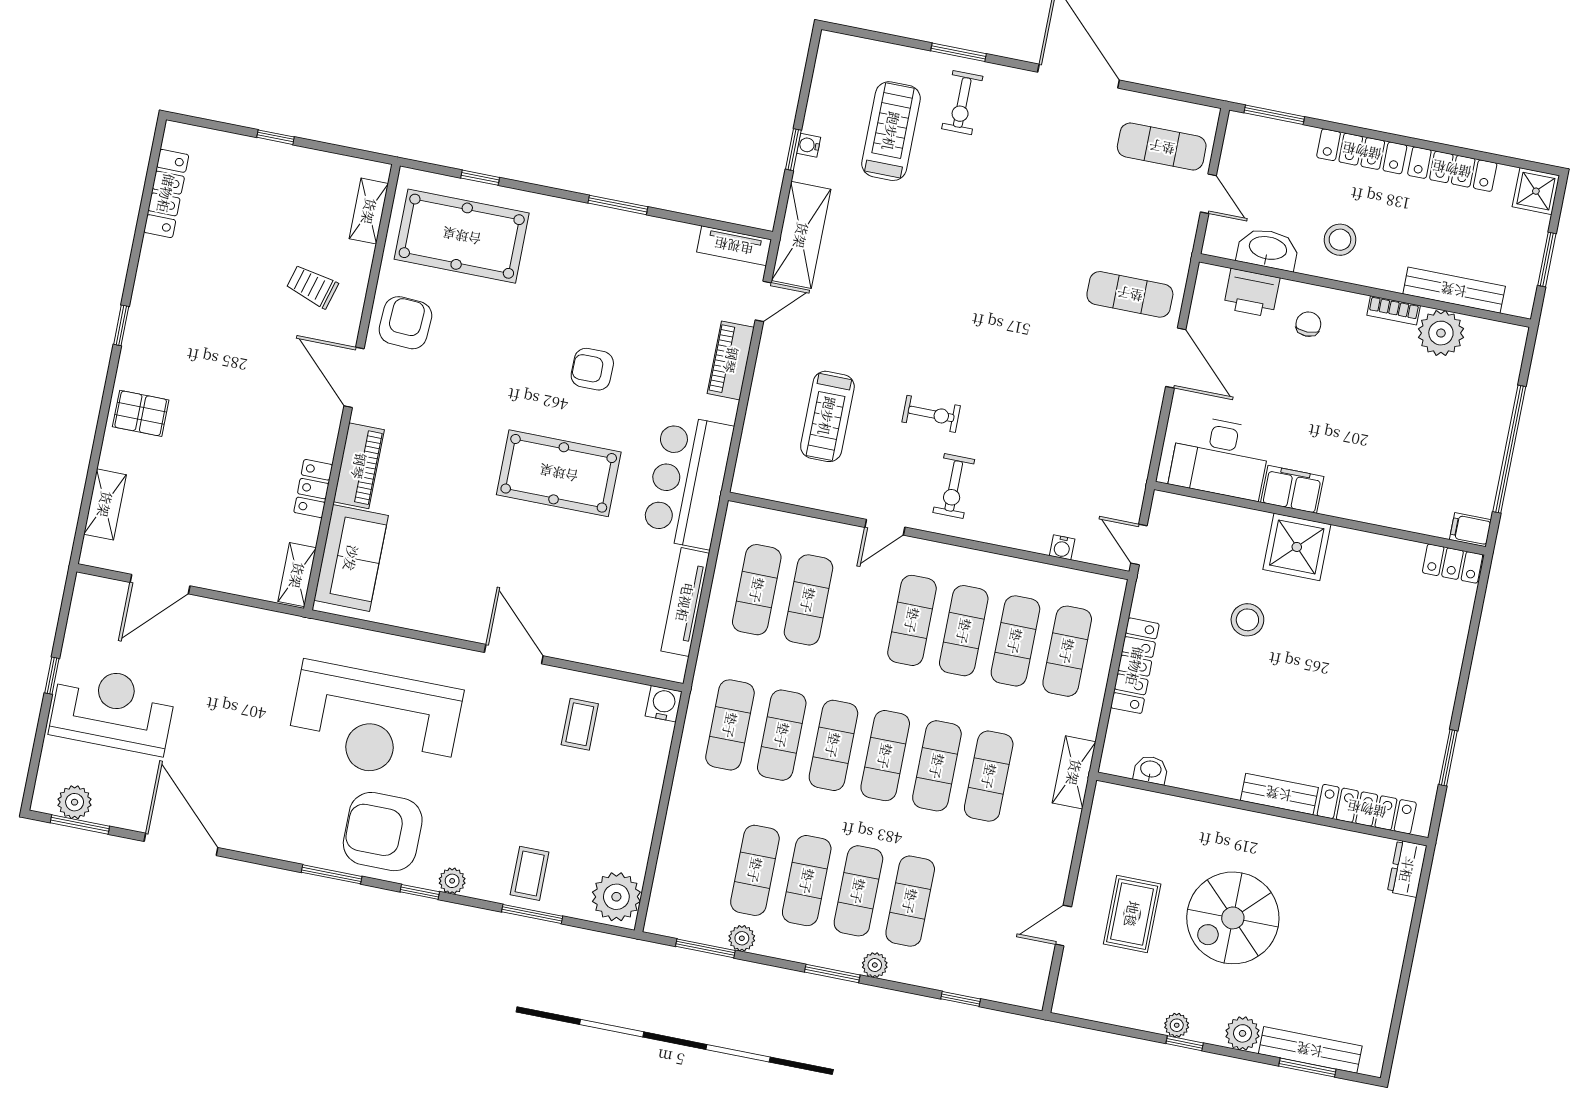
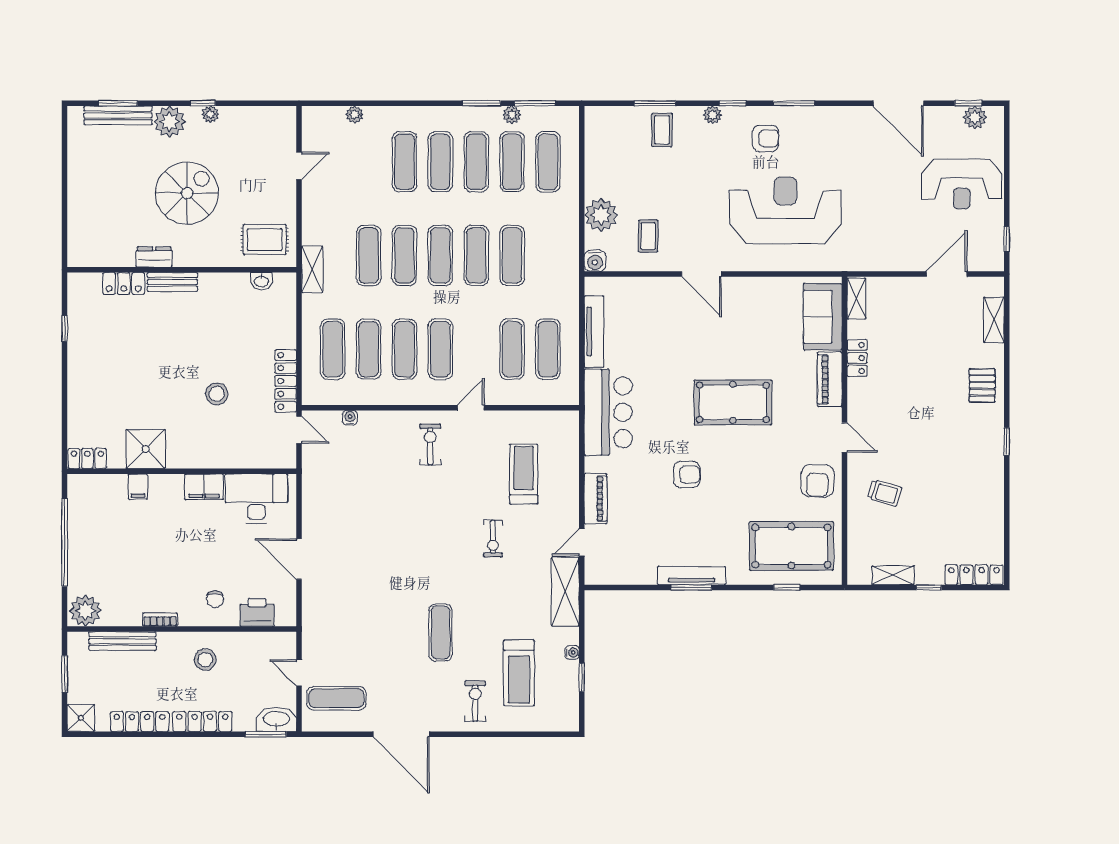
window: (959, 52) -> (484, 734), removed
window: (793, 150) -> (582, 677), moved
locker: (166, 193) -> (974, 575), moved, turned 90
shelving: (369, 211) -> (893, 575), moved, turned 90
tv unit: (734, 246) -> (692, 576), moved, width x1.41
washbasin: (1268, 249) -> (276, 719), moved, turned 180
exercise mat: (1130, 294) -> (441, 632), moved, turned 90
plant: (1441, 333) -> (85, 611), moved
door: (354, 377) -> (845, 438), width x0.73
pallet: (141, 413) -> (982, 385), turned 90
exercise bike: (931, 414) -> (493, 539), moved, turned -90
pool table: (559, 473) -> (733, 402), moved
filing cabinet: (1470, 530) -> (138, 487), moved, turned 90
shower: (1297, 547) -> (146, 449), moved
locker: (1135, 666) -> (286, 381), moved
window: (52, 676) -> (1007, 239), moved
exercise mat: (730, 725) -> (548, 162), moved
window: (1448, 758) -> (65, 328), width x0.67
locker: (1367, 809) -> (124, 283), width x0.66
window: (80, 824) -> (968, 103), width x0.67
armchair: (383, 832) -> (765, 138), width x0.53, depth x0.53
dresser: (1407, 869) -> (154, 257), moved, turned -90
plant: (616, 897) -> (601, 215), moved
rug: (1132, 914) -> (265, 240), moved, turned 90
plant: (875, 965) -> (355, 114), moved
window: (832, 973) -> (482, 103), moved
window: (961, 999) -> (358, 103), removed
plant: (1243, 1033) -> (170, 122), width x1.36, depth x1.36

